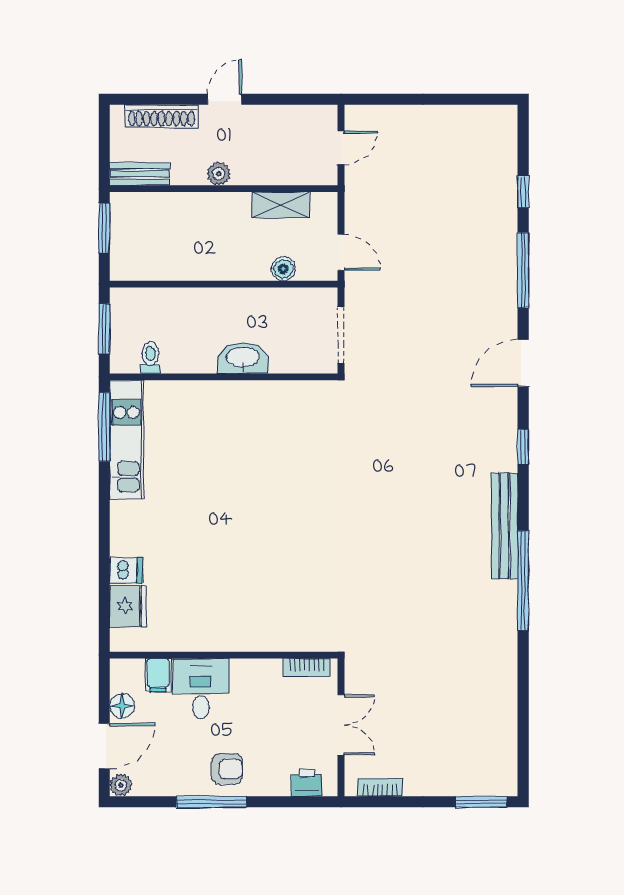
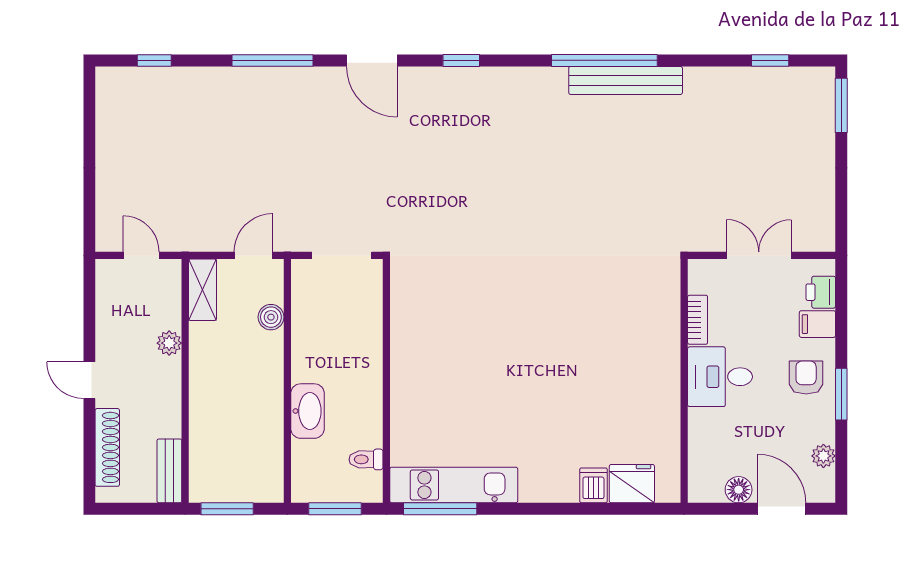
plant: (219, 174) -> (169, 343), moved
window: (523, 192) -> (154, 60), moved
shelving: (281, 205) -> (202, 290), moved
washbasin: (243, 358) -> (307, 411), moved, turned 180
bench: (505, 526) -> (626, 80), moved
bookcase: (307, 668) -> (698, 320), moved
filing cabinet: (158, 675) -> (817, 324), moved, turned 180
desk: (201, 689) -> (720, 377), moved
window: (523, 735) -> (770, 60), added
plant: (121, 785) -> (823, 456), moved
bookcase: (380, 787) -> (826, 214), removed
window: (211, 802) -> (841, 394), width x0.69

